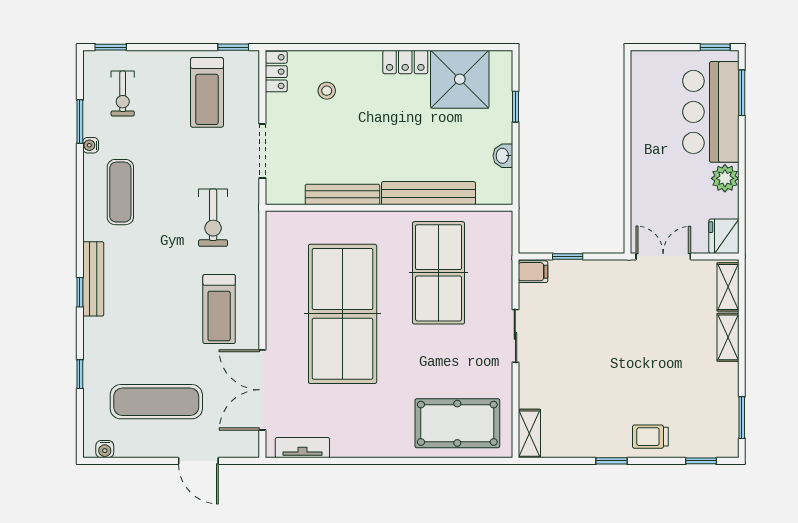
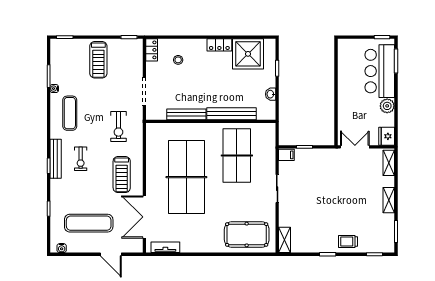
treadmill: (207, 92) -> (98, 60), moved
exercise bike: (123, 94) -> (81, 159), moved
shelving: (728, 337) -> (389, 200), moved

